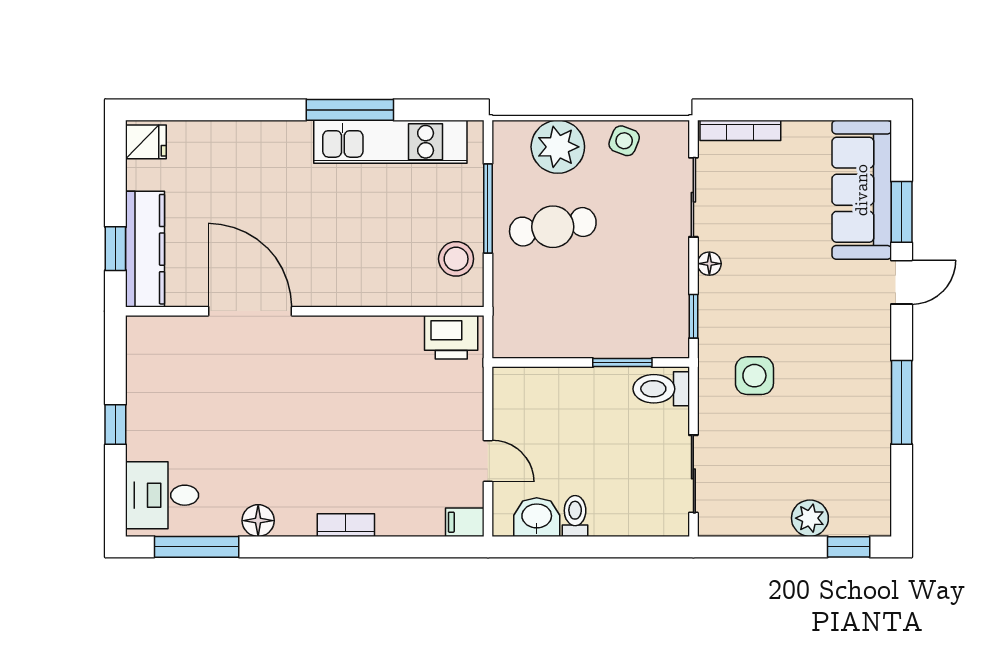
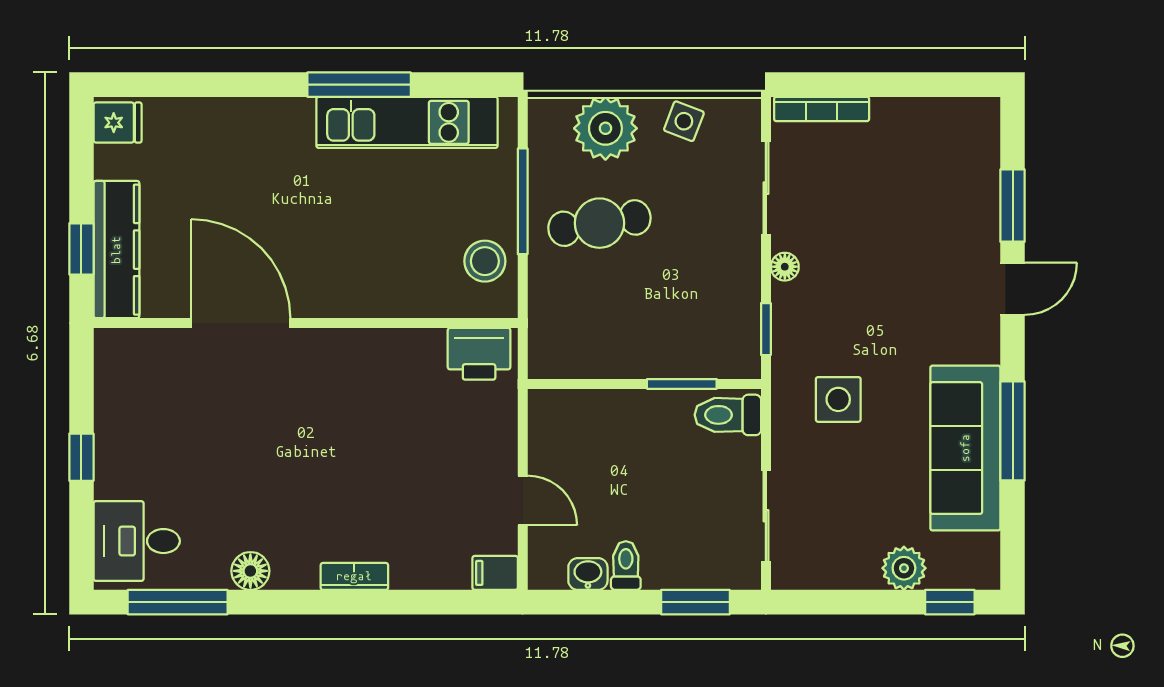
sofa: (862, 190) -> (965, 448), moved
washbasin: (537, 517) -> (588, 574), width x0.72, depth x0.69
window: (634, 547) -> (695, 602), added

